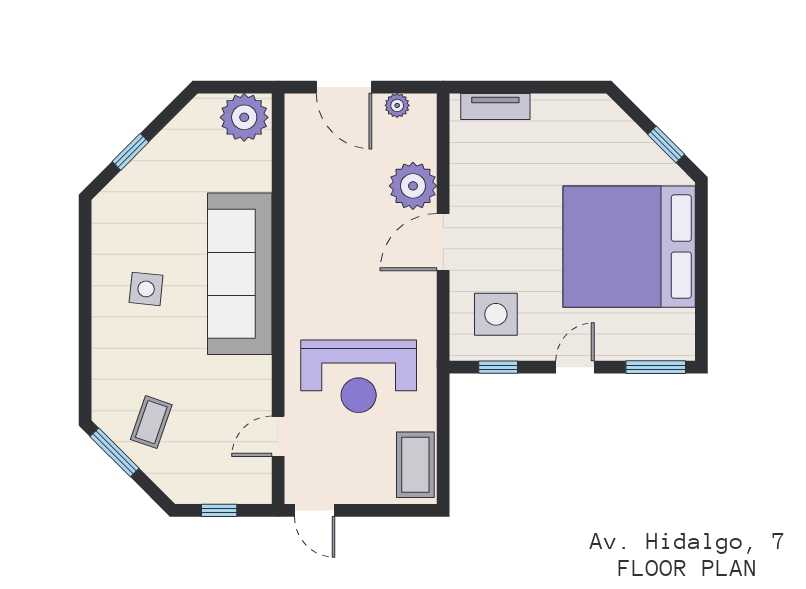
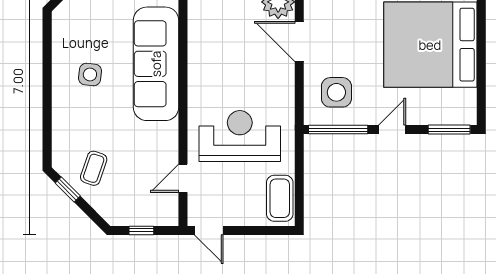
door: (443, 242) -> (299, 42), hinge flipped
window: (498, 367) -> (338, 130), width x2.17
reception desk: (359, 376) -> (240, 136), turned 180
window: (115, 452) -> (68, 190), width x0.67

